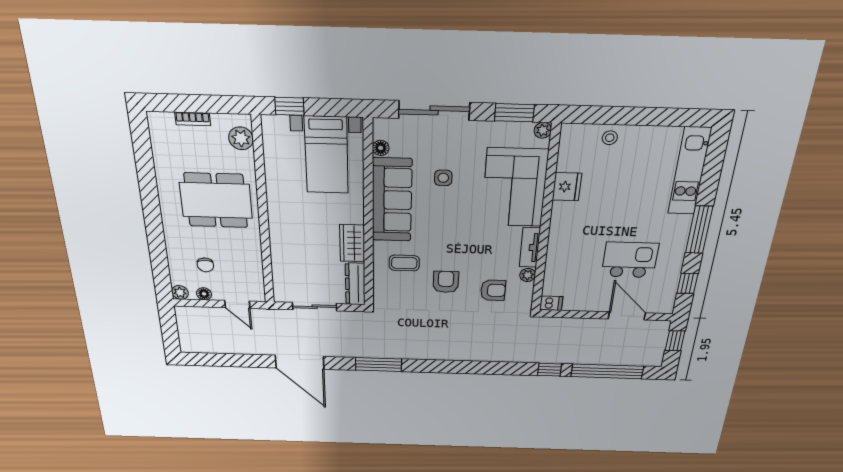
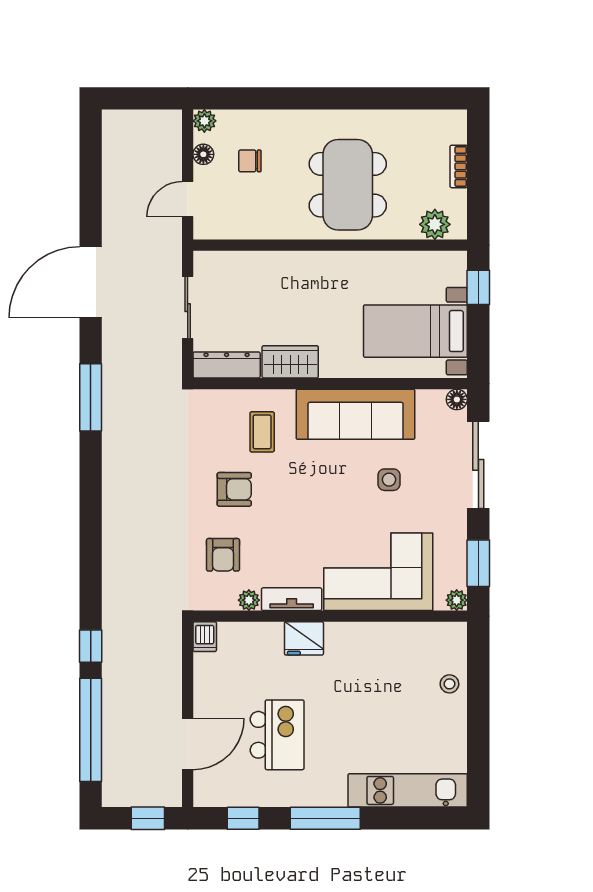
floor lamp: (381, 148) -> (457, 399), moved
fridge: (567, 187) -> (304, 638), moved

